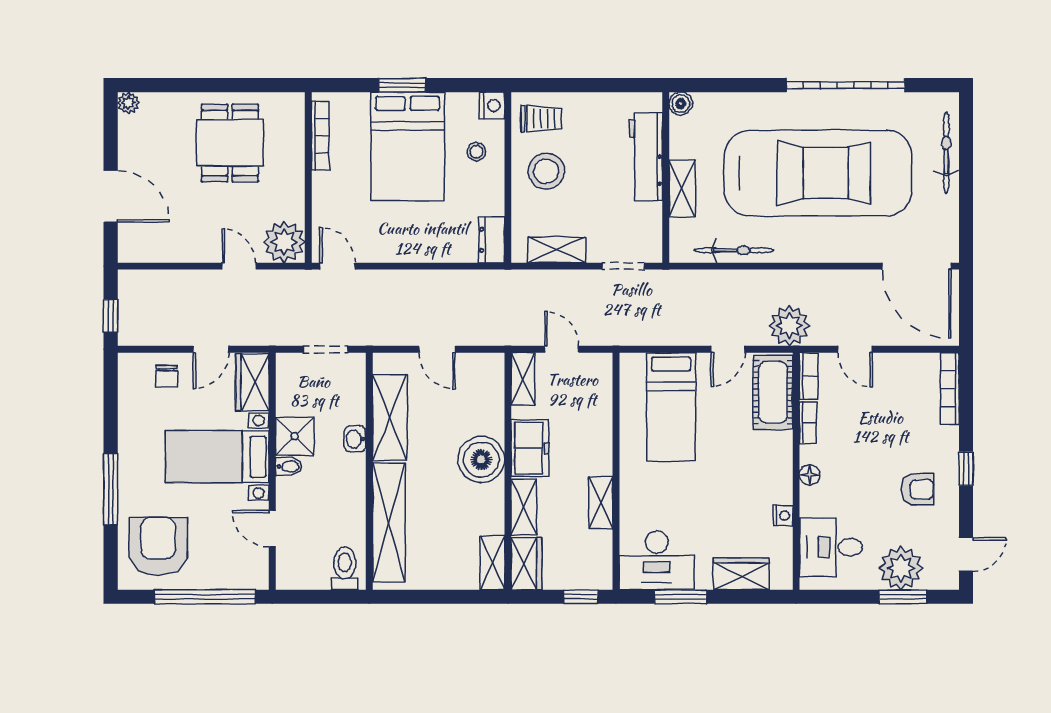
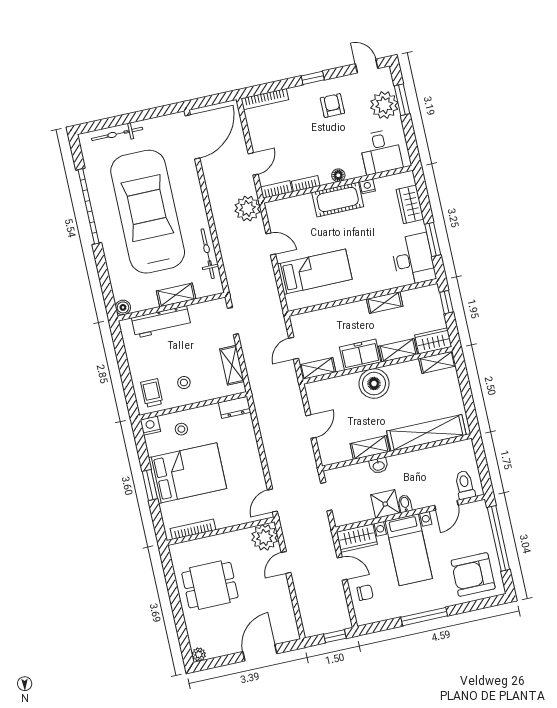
stool: (546, 171) -> (184, 383), width x0.53, depth x0.53
cot: (773, 392) -> (338, 199), moved
shelving: (390, 417) -> (370, 448), width x0.67, depth x0.75
window: (111, 489) -> (424, 617), moved
toilet: (345, 568) -> (465, 485), moved, turned 90

